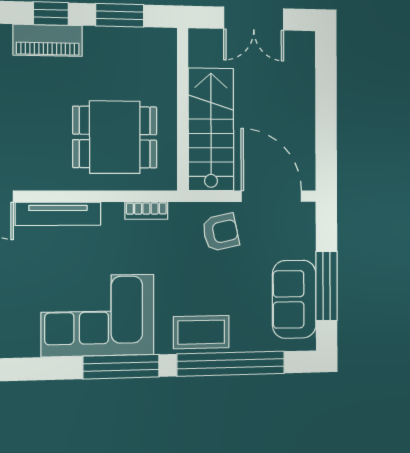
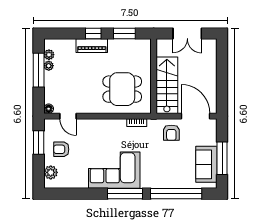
tv unit: (58, 214) -> (96, 124), removed
armchair: (221, 232) -> (171, 133), turned 102
coffee table: (201, 332) -> (162, 179), removed

